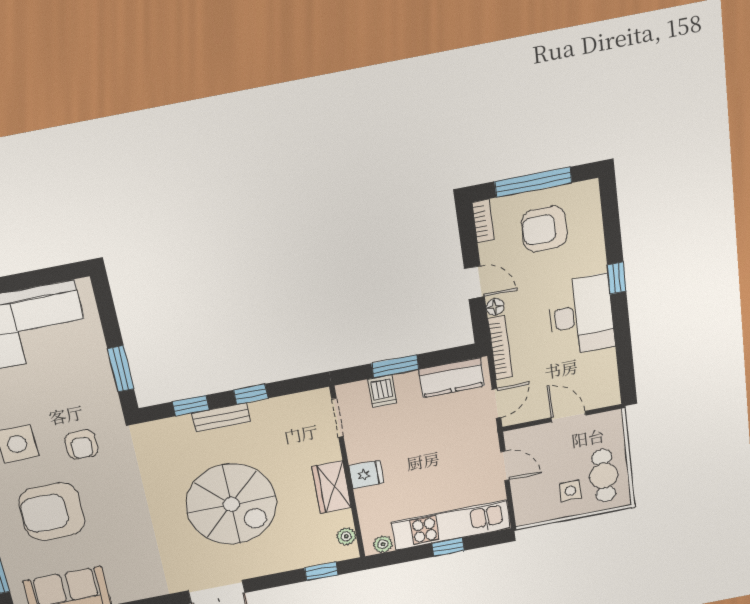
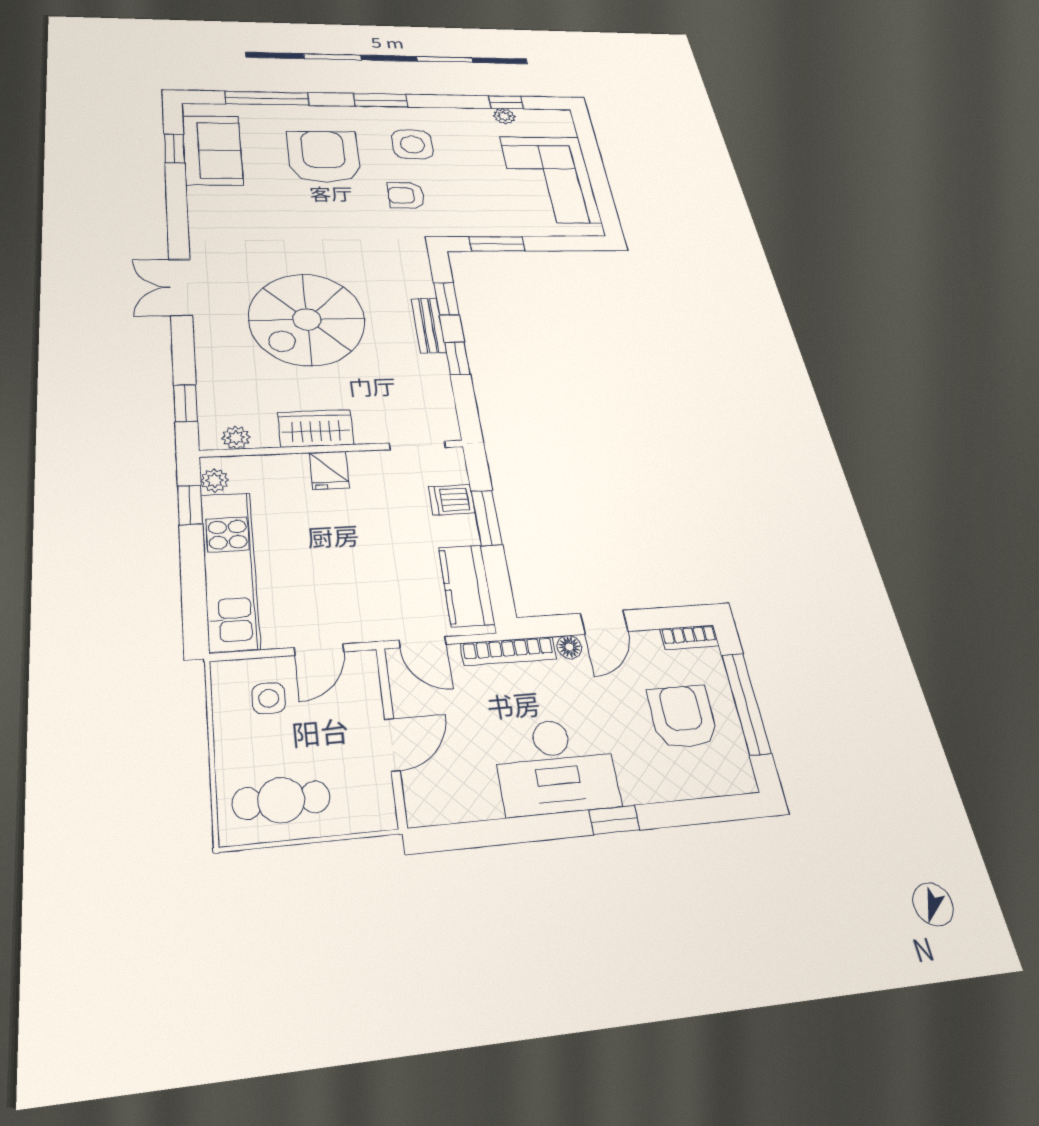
side table: (570, 491) -> (269, 698), moved
window: (448, 547) -> (190, 505), moved

